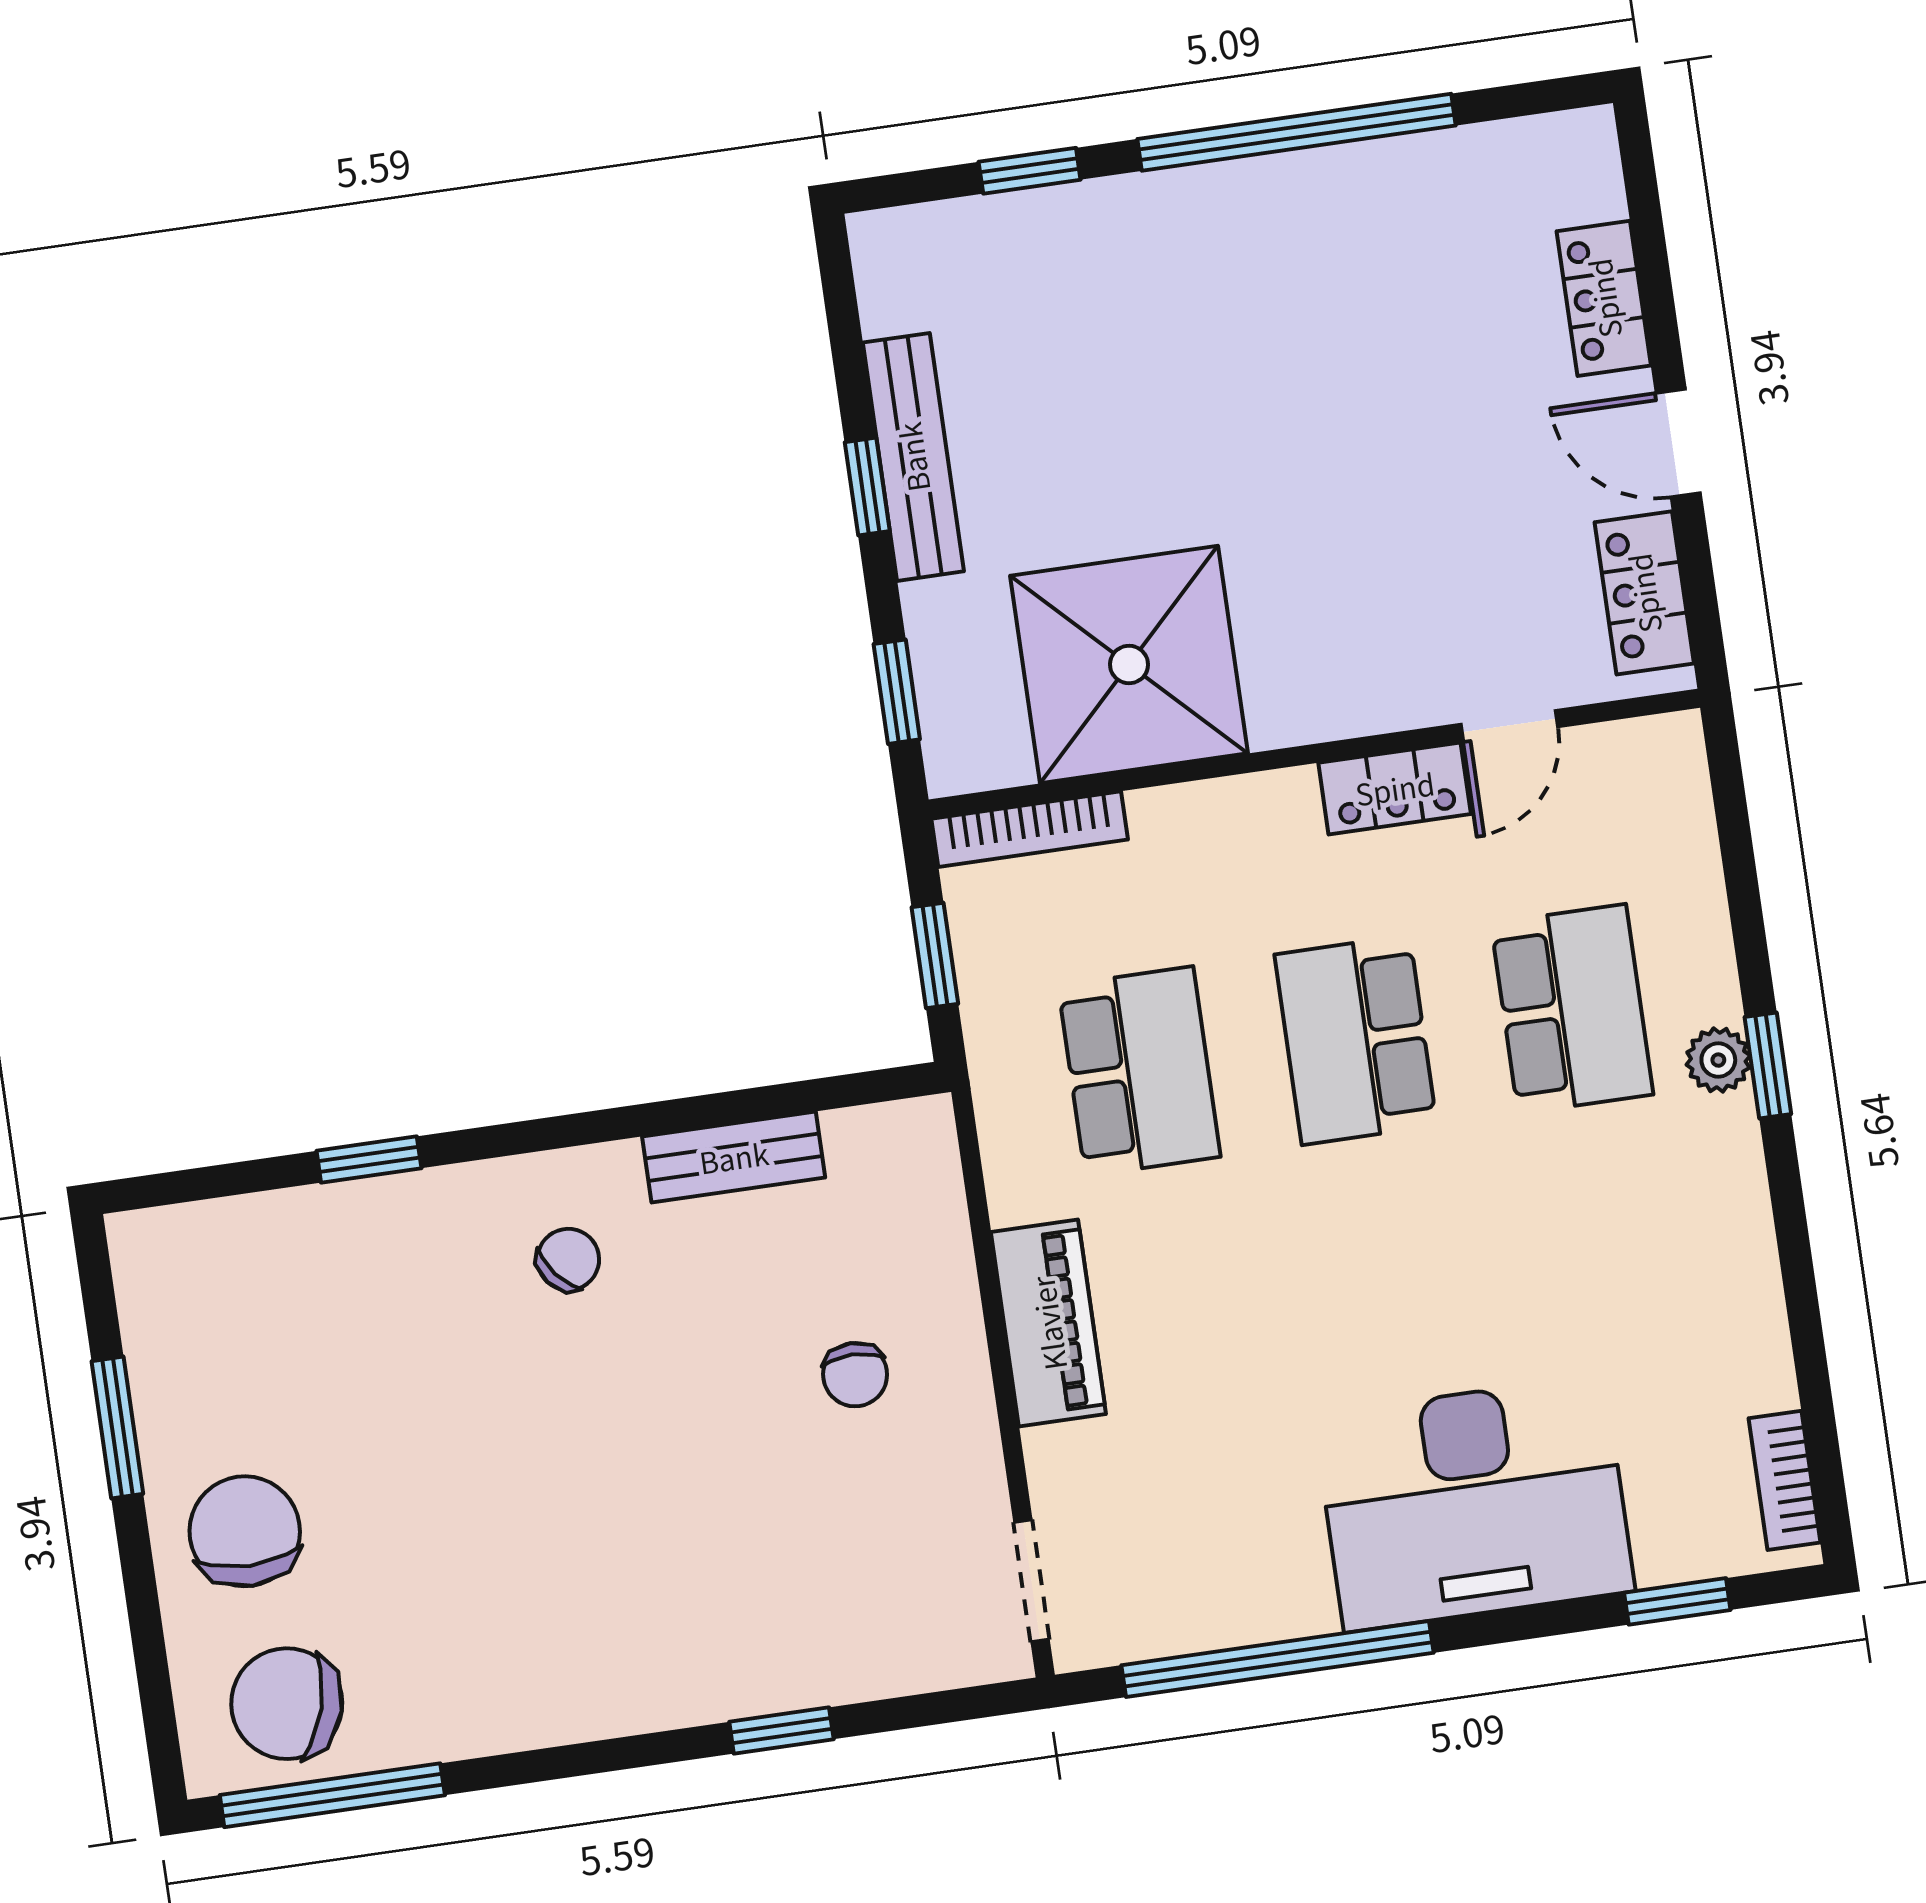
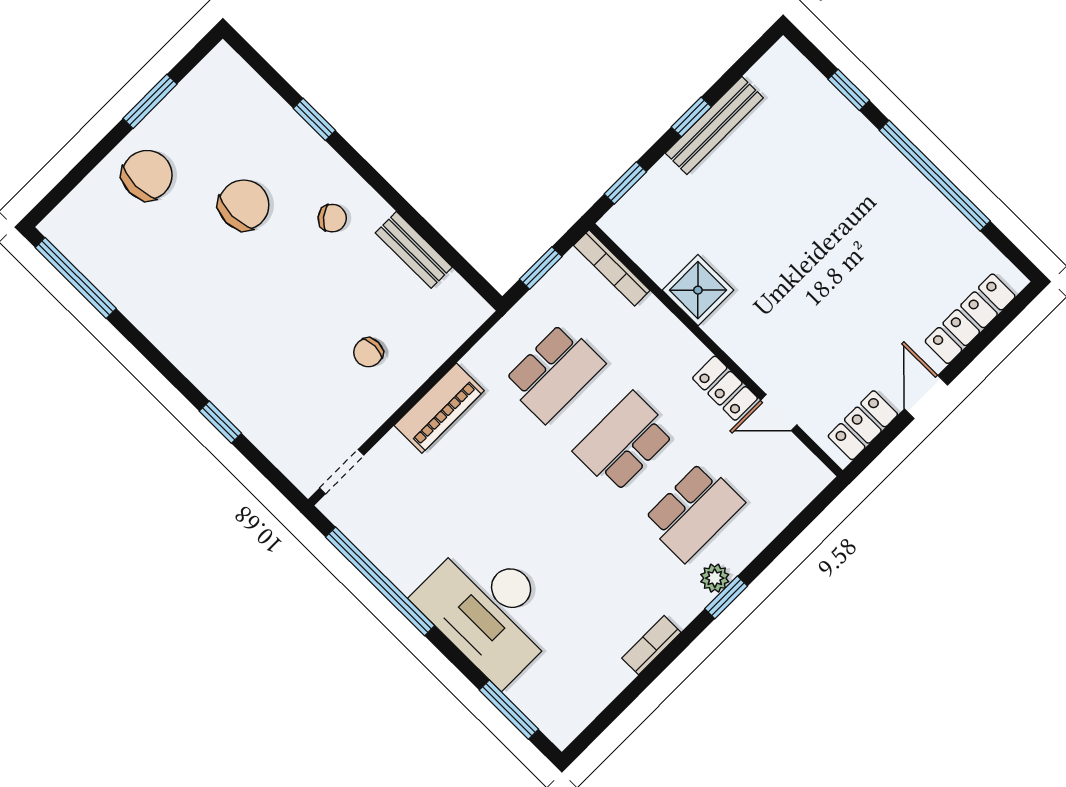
locker: (1604, 298) -> (970, 319), width x1.53
shower: (1129, 664) -> (698, 290), width x0.54, depth x0.54
bookcase: (1785, 1480) -> (651, 645), moved
window: (1677, 1601) -> (509, 710), width x1.50
chair: (287, 1704) -> (244, 205), moved, turned 74

